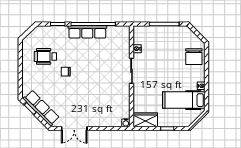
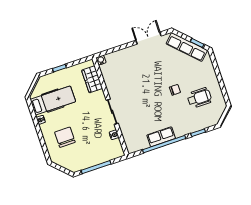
row of seats: (87, 32) -> (161, 137), width x0.68
chair: (194, 57) -> (65, 137), moved
wardrobe: (145, 120) -> (92, 79), moved, turned 90

